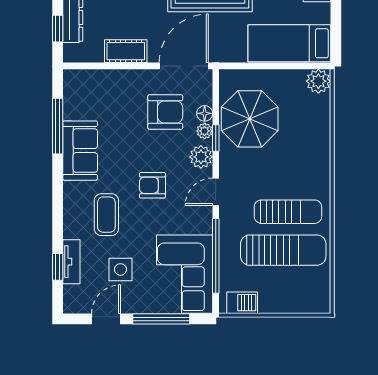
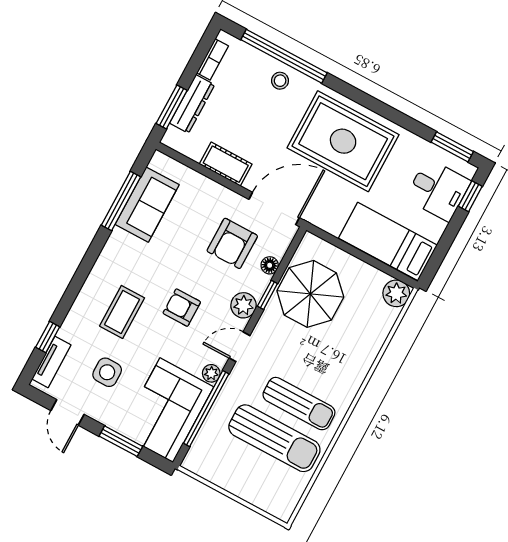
window: (58, 29) -> (172, 107), width x1.50
armchair: (165, 112) -> (232, 243), turned 90
plant: (205, 131) -> (211, 373), moved
sofa: (80, 151) -> (147, 205), moved
tv unit: (71, 262) -> (51, 362), moved
barbecue: (242, 303) -> (207, 468), removed
door: (106, 319) -> (67, 412), swing flipped
window: (161, 319) -> (121, 441), width x0.69

